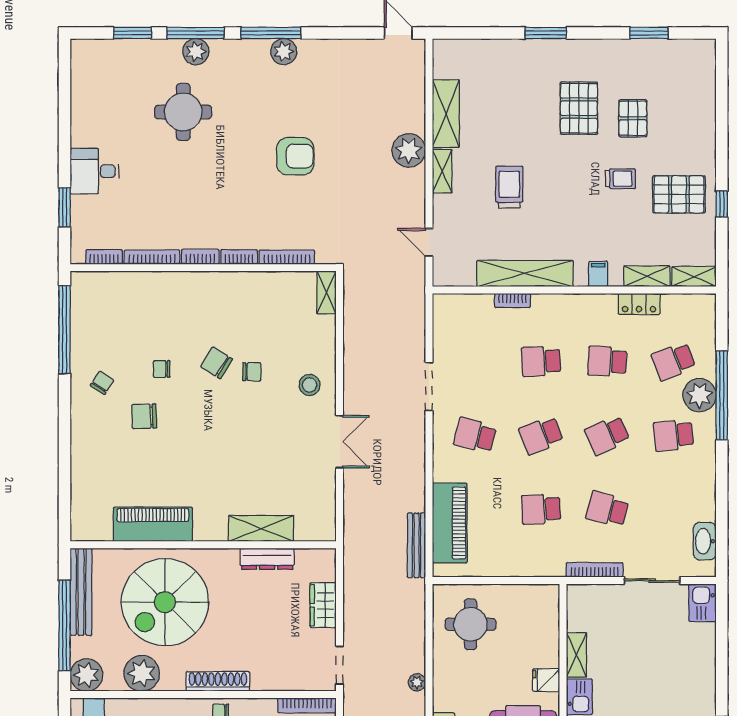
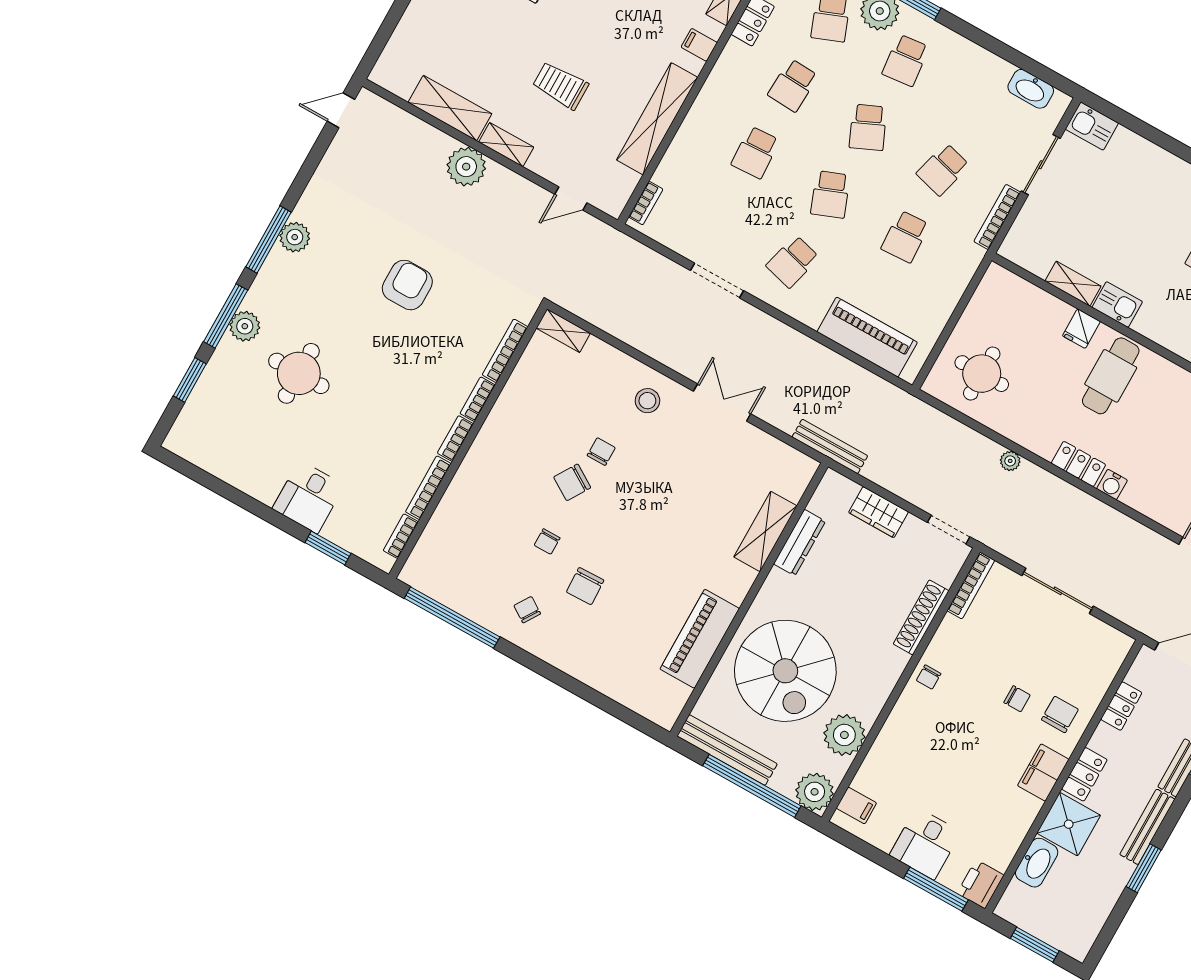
bookcase: (512, 300) -> (646, 203), moved
bench: (416, 545) -> (830, 446), moved
shoe rack: (218, 681) -> (921, 617), moved

